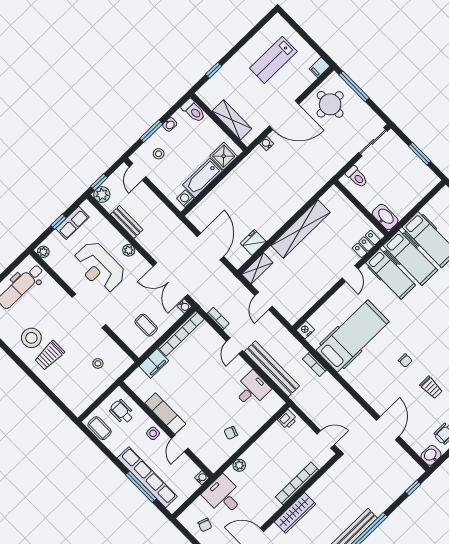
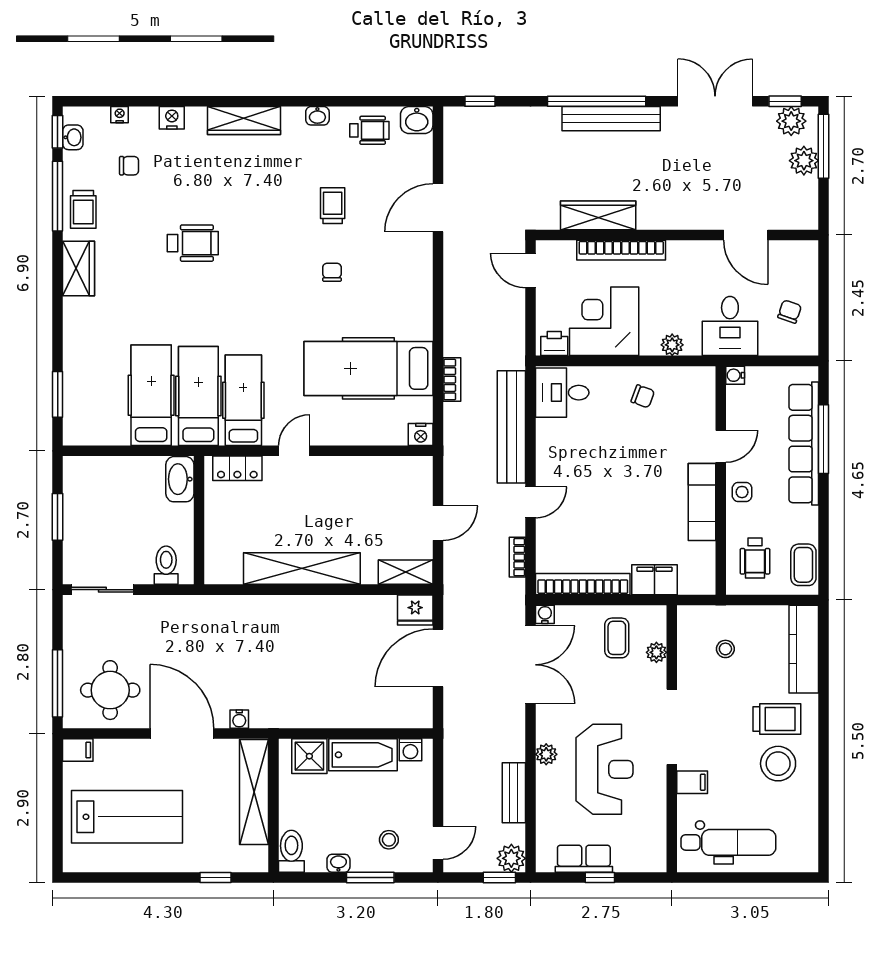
lab bench: (273, 60) -> (127, 817), width x1.36, depth x1.39
shelving: (232, 120) -> (254, 792), width x1.47
fridge: (253, 243) -> (415, 610), moved
plant: (43, 252) -> (656, 652), moved
filing cabinet: (59, 297) -> (692, 782), added
desk: (252, 389) -> (562, 393), moved
kitchen counter: (66, 394) -> (804, 649), added
corner desk: (276, 448) -> (604, 321), added
wardrobe: (295, 513) -> (598, 215), moved

